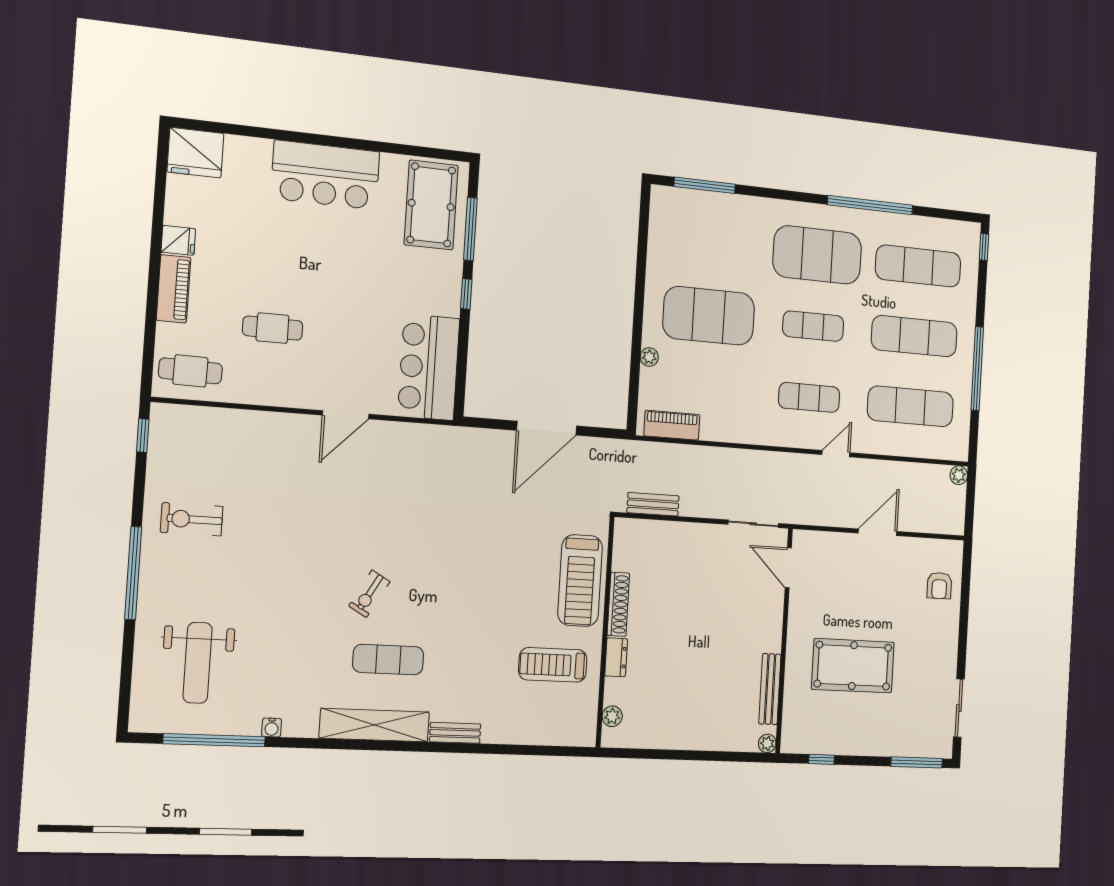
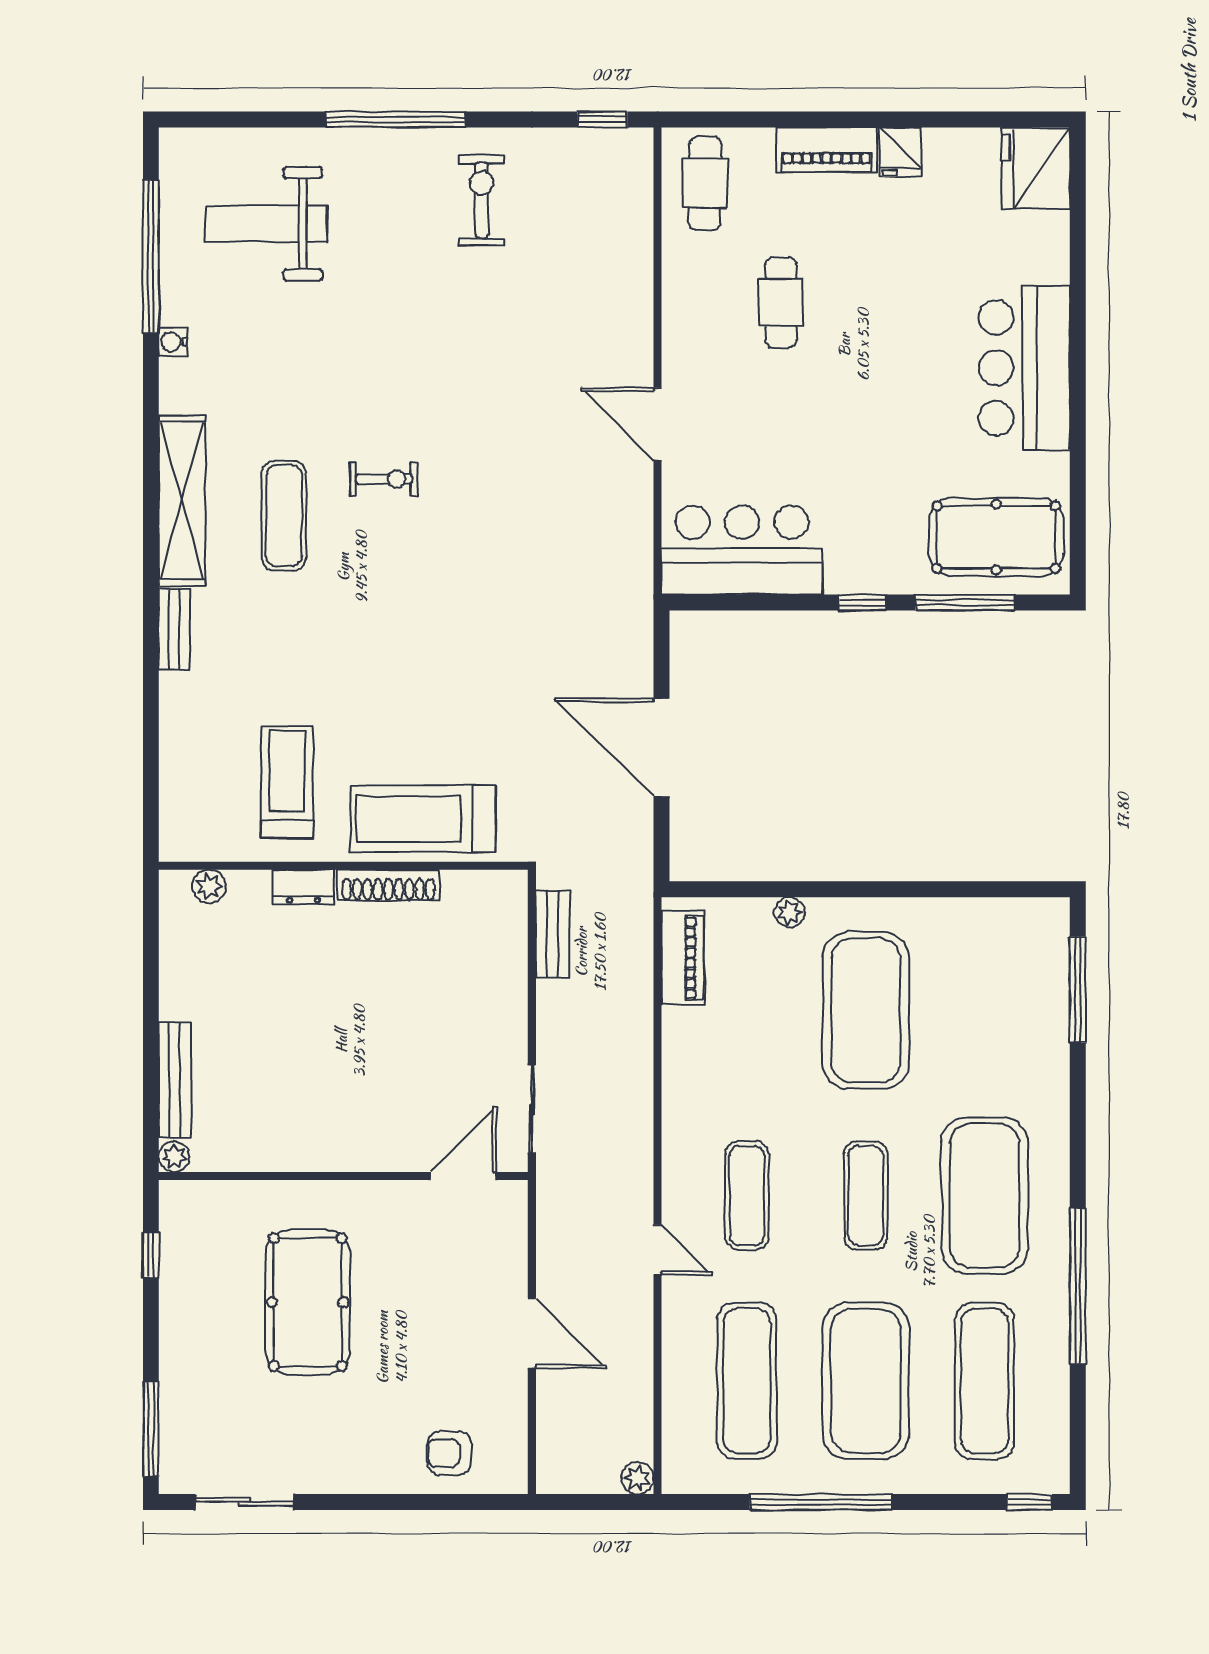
exercise mat: (914, 336) -> (866, 1381), width x1.47
exercise bike: (369, 594) -> (384, 479), turned 150
bench: (770, 689) -> (175, 1080), moved, turned 90

